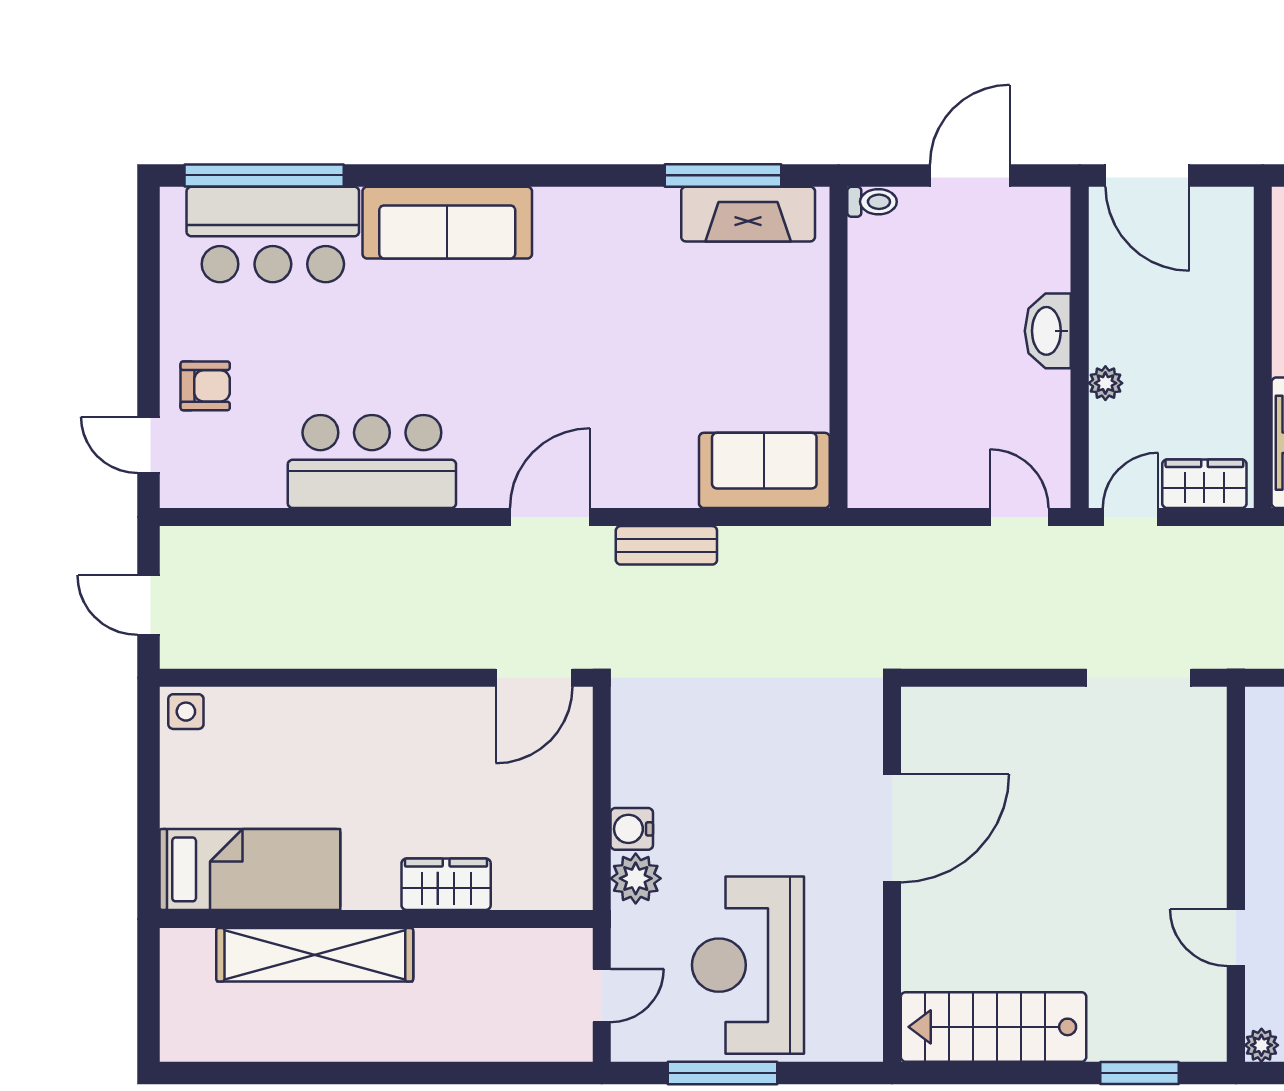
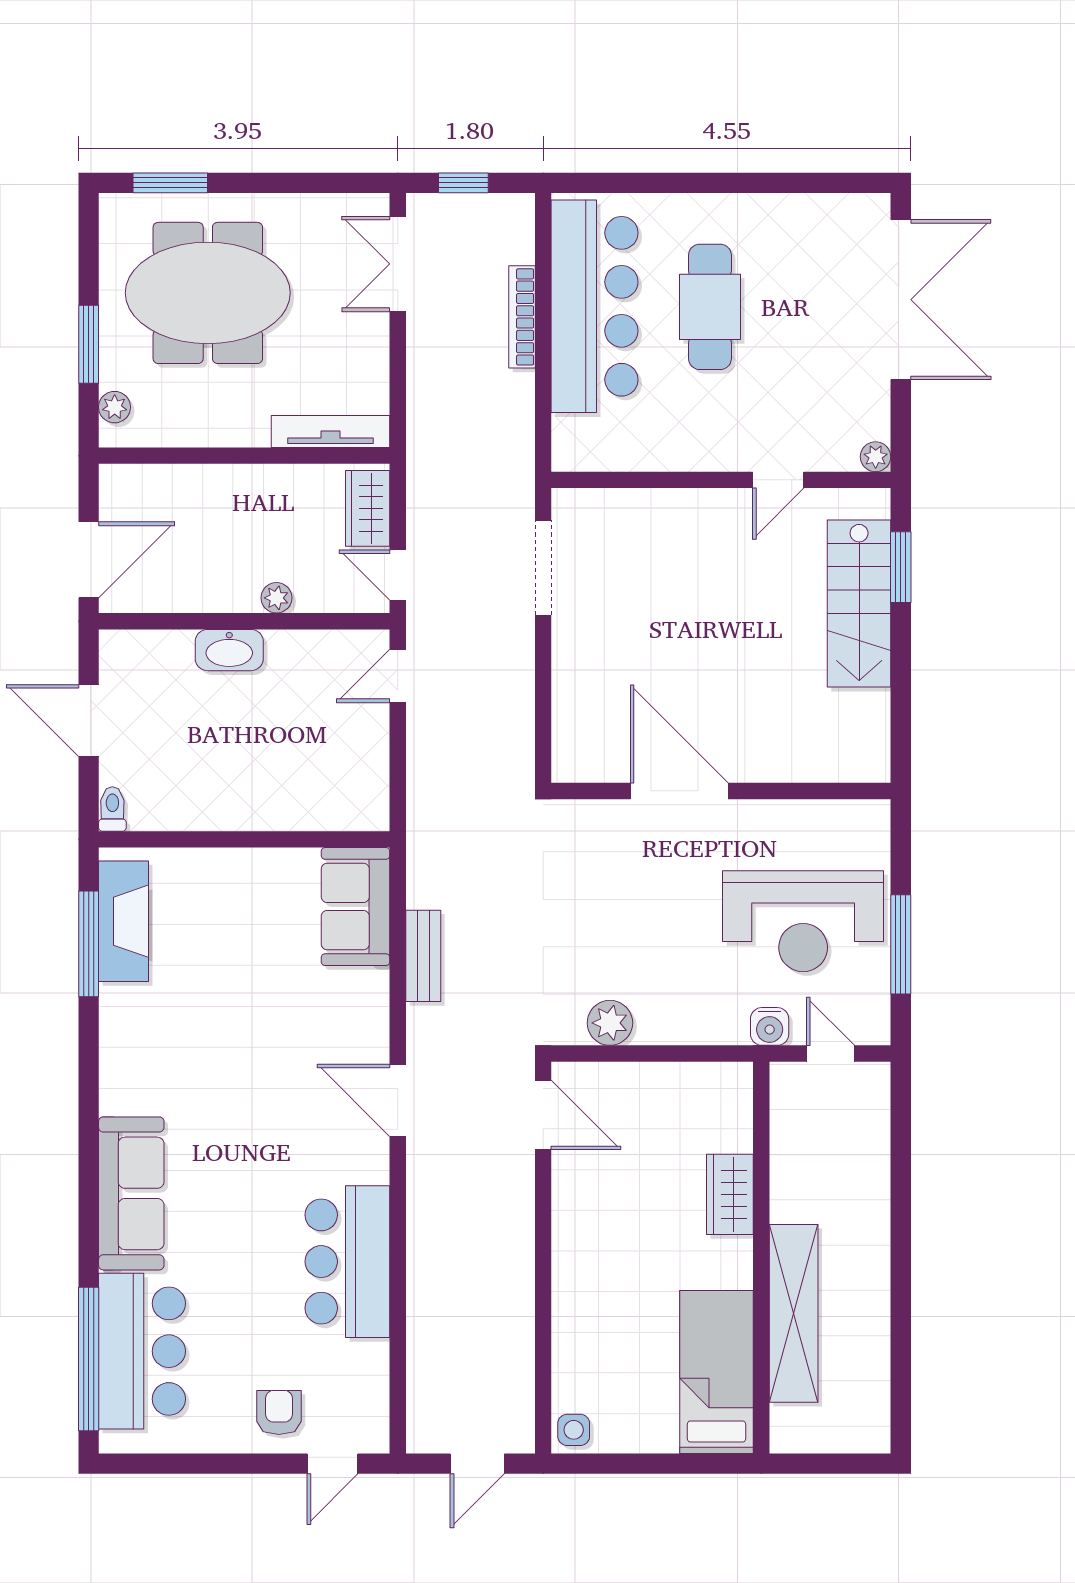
bench: (666, 545) -> (423, 956), moved
water cooler: (632, 829) -> (770, 1026), moved
plant: (636, 878) -> (610, 1023), moved
stairs: (994, 1027) -> (859, 603), moved

